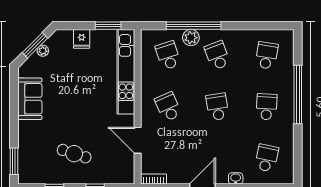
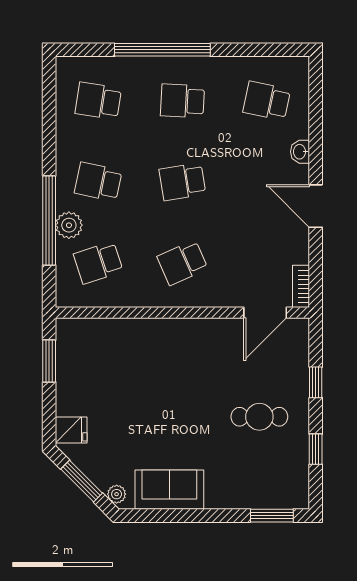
fridge: (82, 39) -> (71, 430), moved
plant: (43, 51) -> (117, 494), moved
school desk: (217, 55) -> (98, 182), turned 33
kitchen unit: (126, 72) -> (125, 332), removed
door: (138, 140) -> (265, 313), moved
cafe table: (74, 154) -> (259, 417), turned 72

